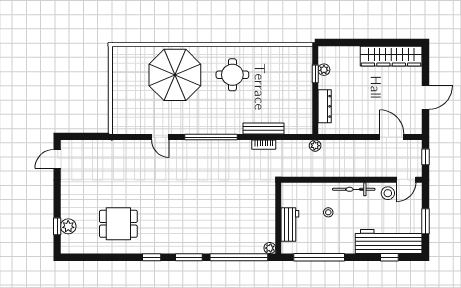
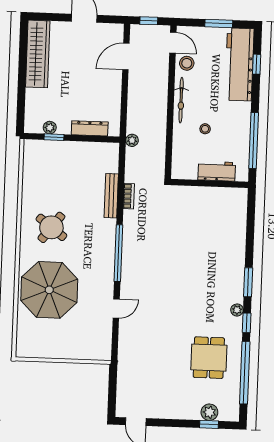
round table: (232, 75) -> (51, 227), turned 37
plant: (270, 248) -> (237, 310), moved
window: (239, 257) -> (245, 373), moved

